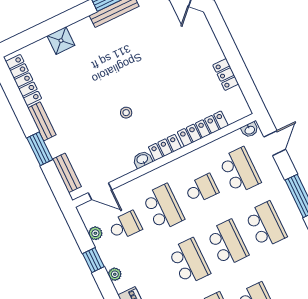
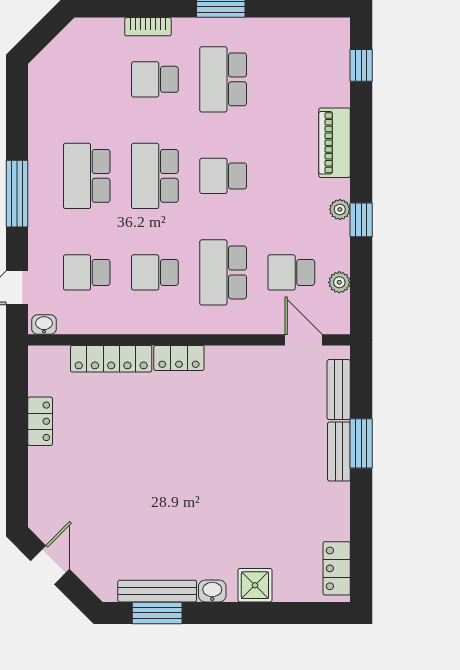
locker: (23, 80) -> (337, 568), width x0.66
stool: (126, 113) -> (211, 435), removed
bench: (42, 121) -> (339, 452), moved
washbasin: (142, 159) -> (212, 591), moved, turned 180
school desk: (240, 171) -> (87, 272), width x0.54
window: (93, 260) -> (361, 220), moved
school desk: (189, 262) -> (223, 176), width x0.54

